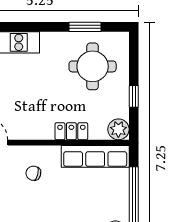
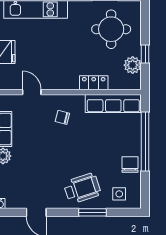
plant: (118, 129) -> (133, 65), moved

